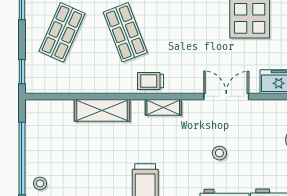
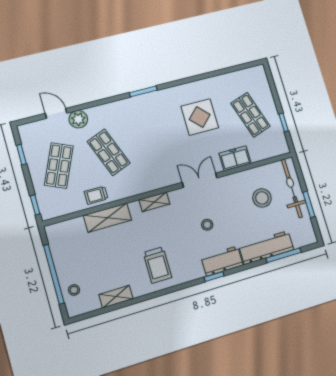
trolley: (151, 81) -> (96, 195), moved

